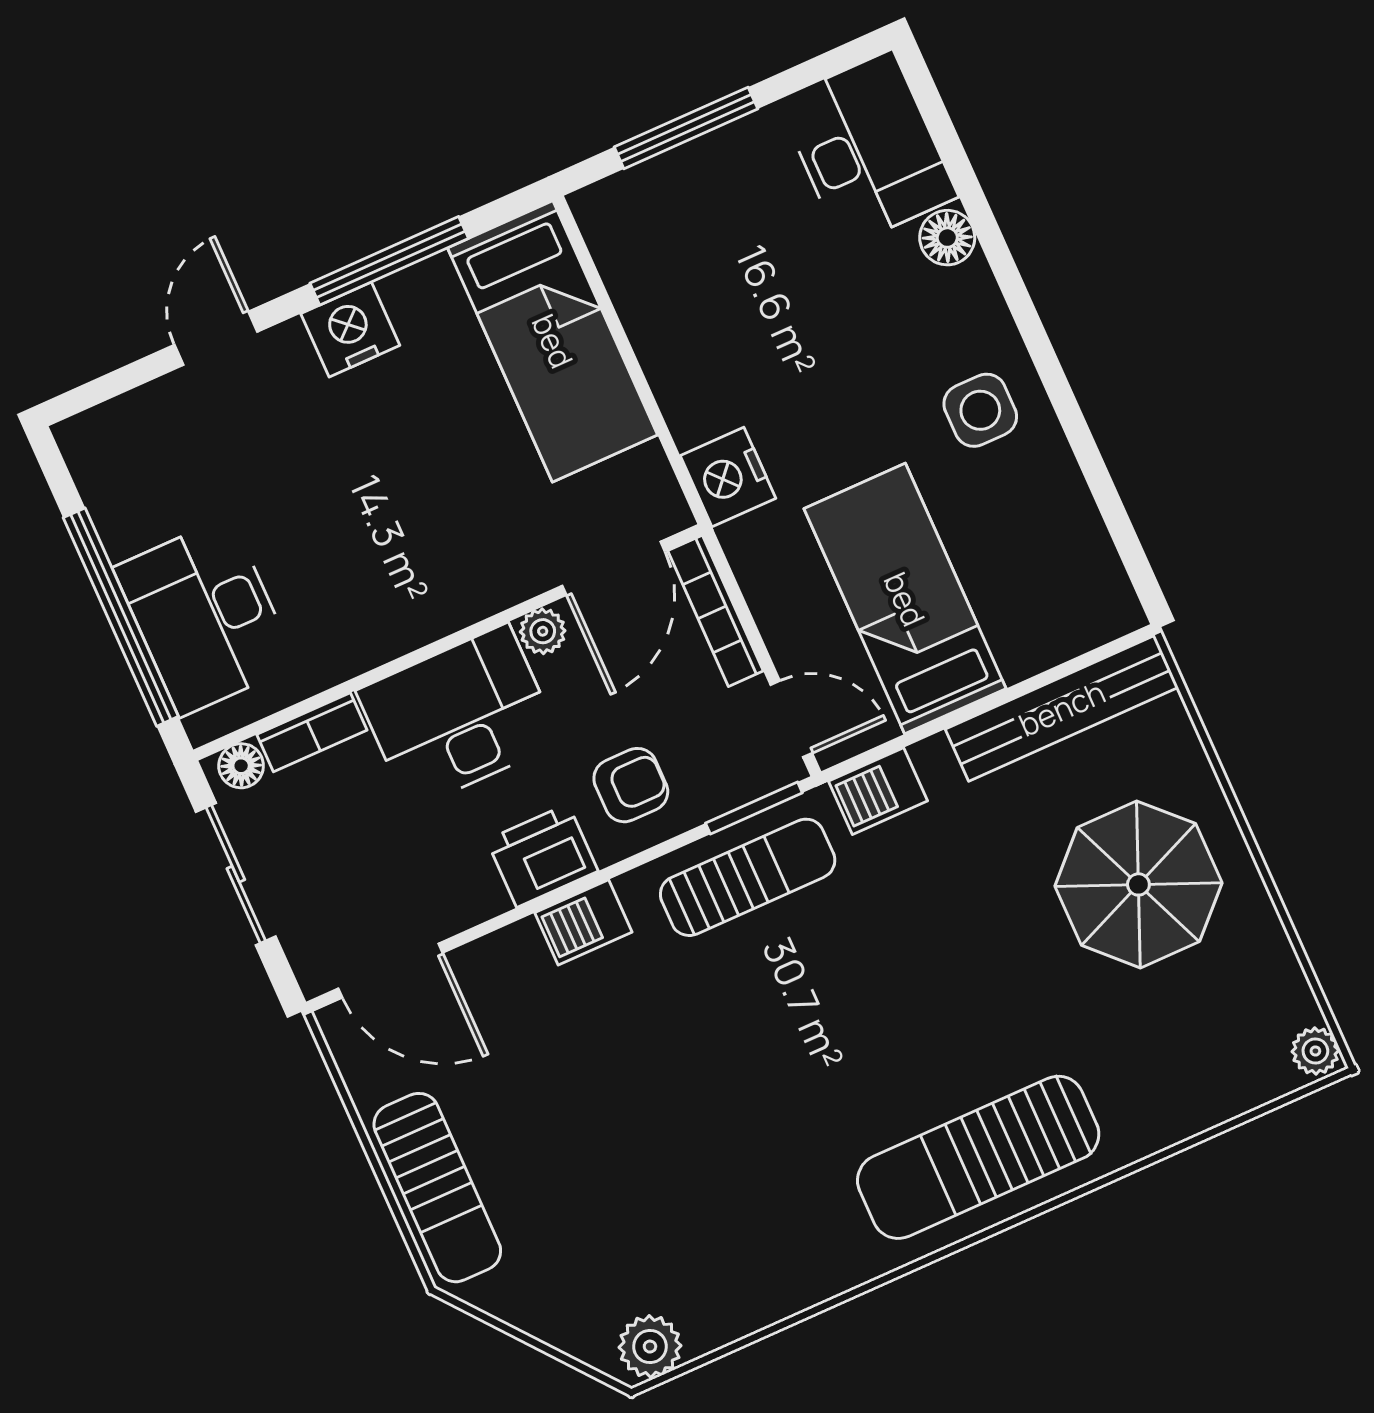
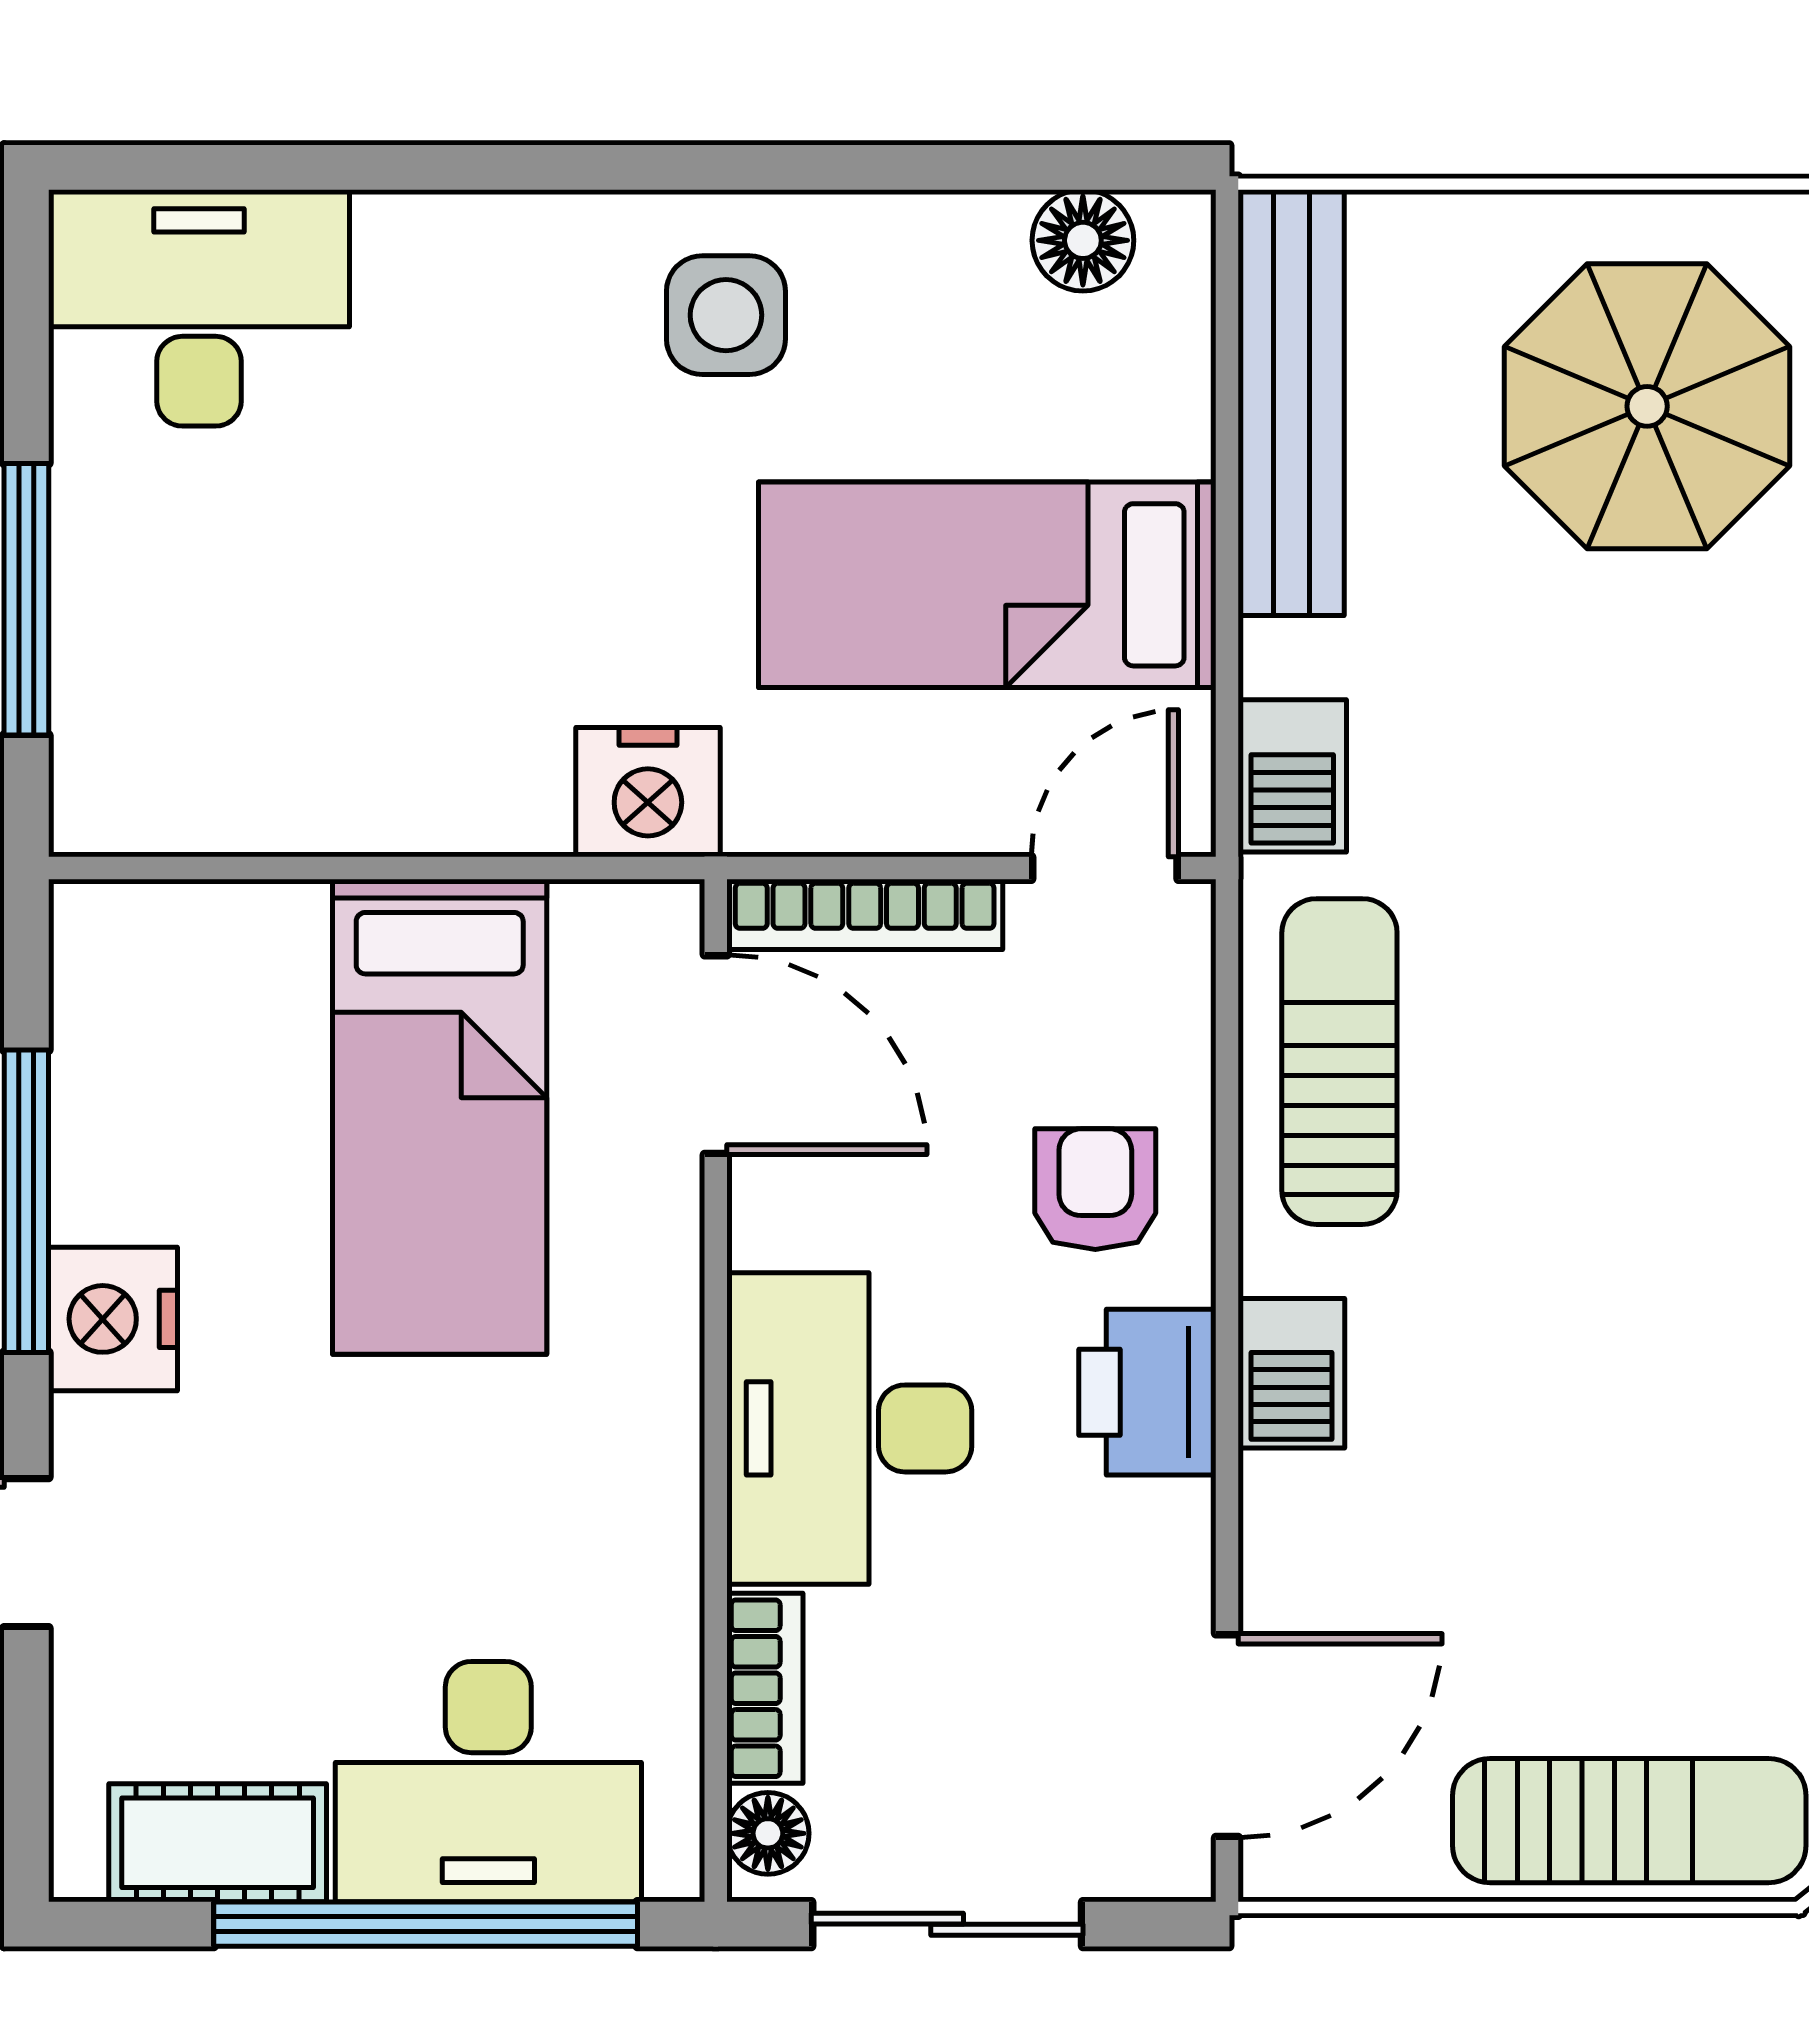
floor lamp: (947, 238) -> (1083, 240), moved
bed: (553, 341) -> (440, 1117), moved, turned 90
cot: (115, 497) -> (218, 1843), added
plant: (543, 631) -> (769, 1222), removed
window: (754, 808) -> (1227, 998), removed

